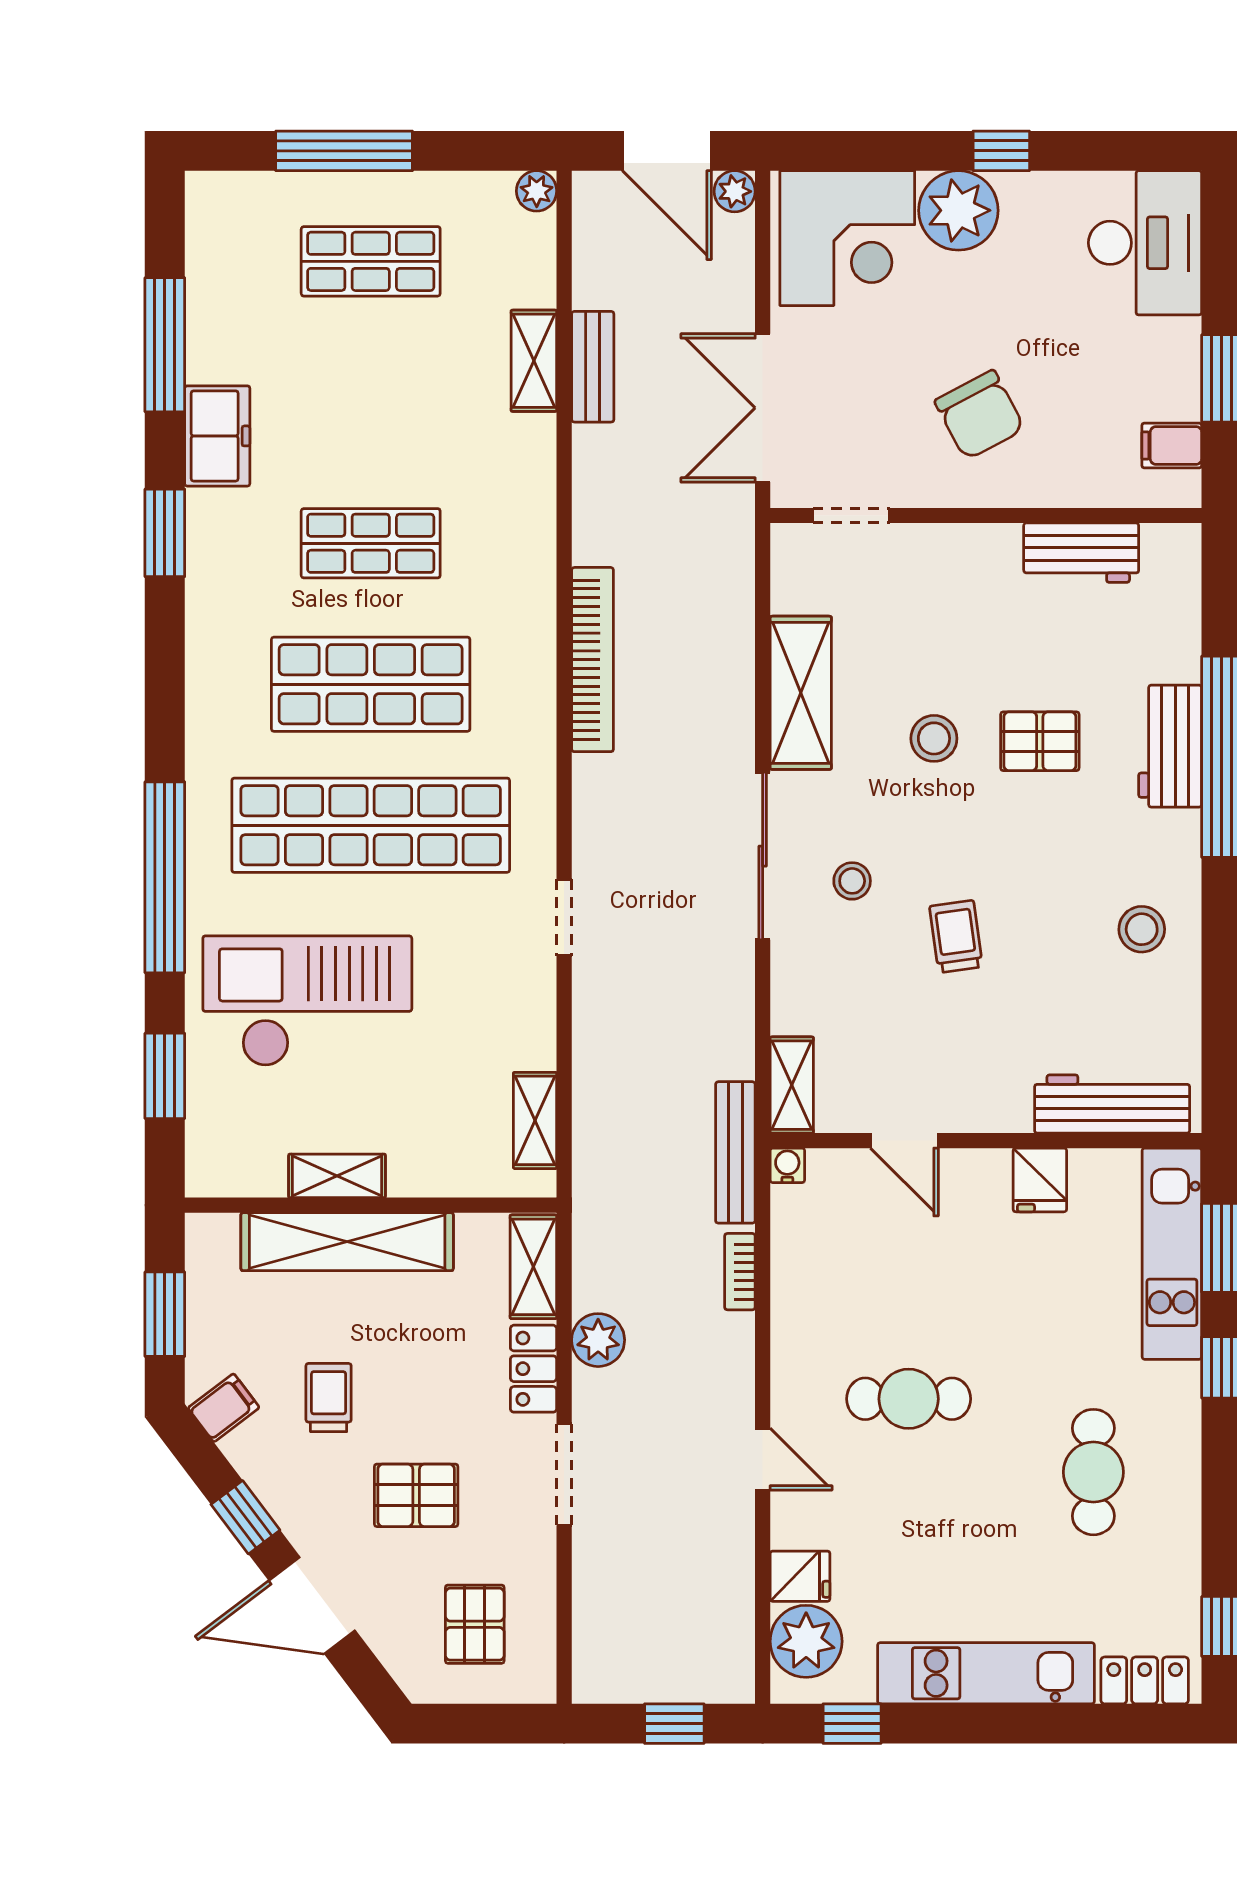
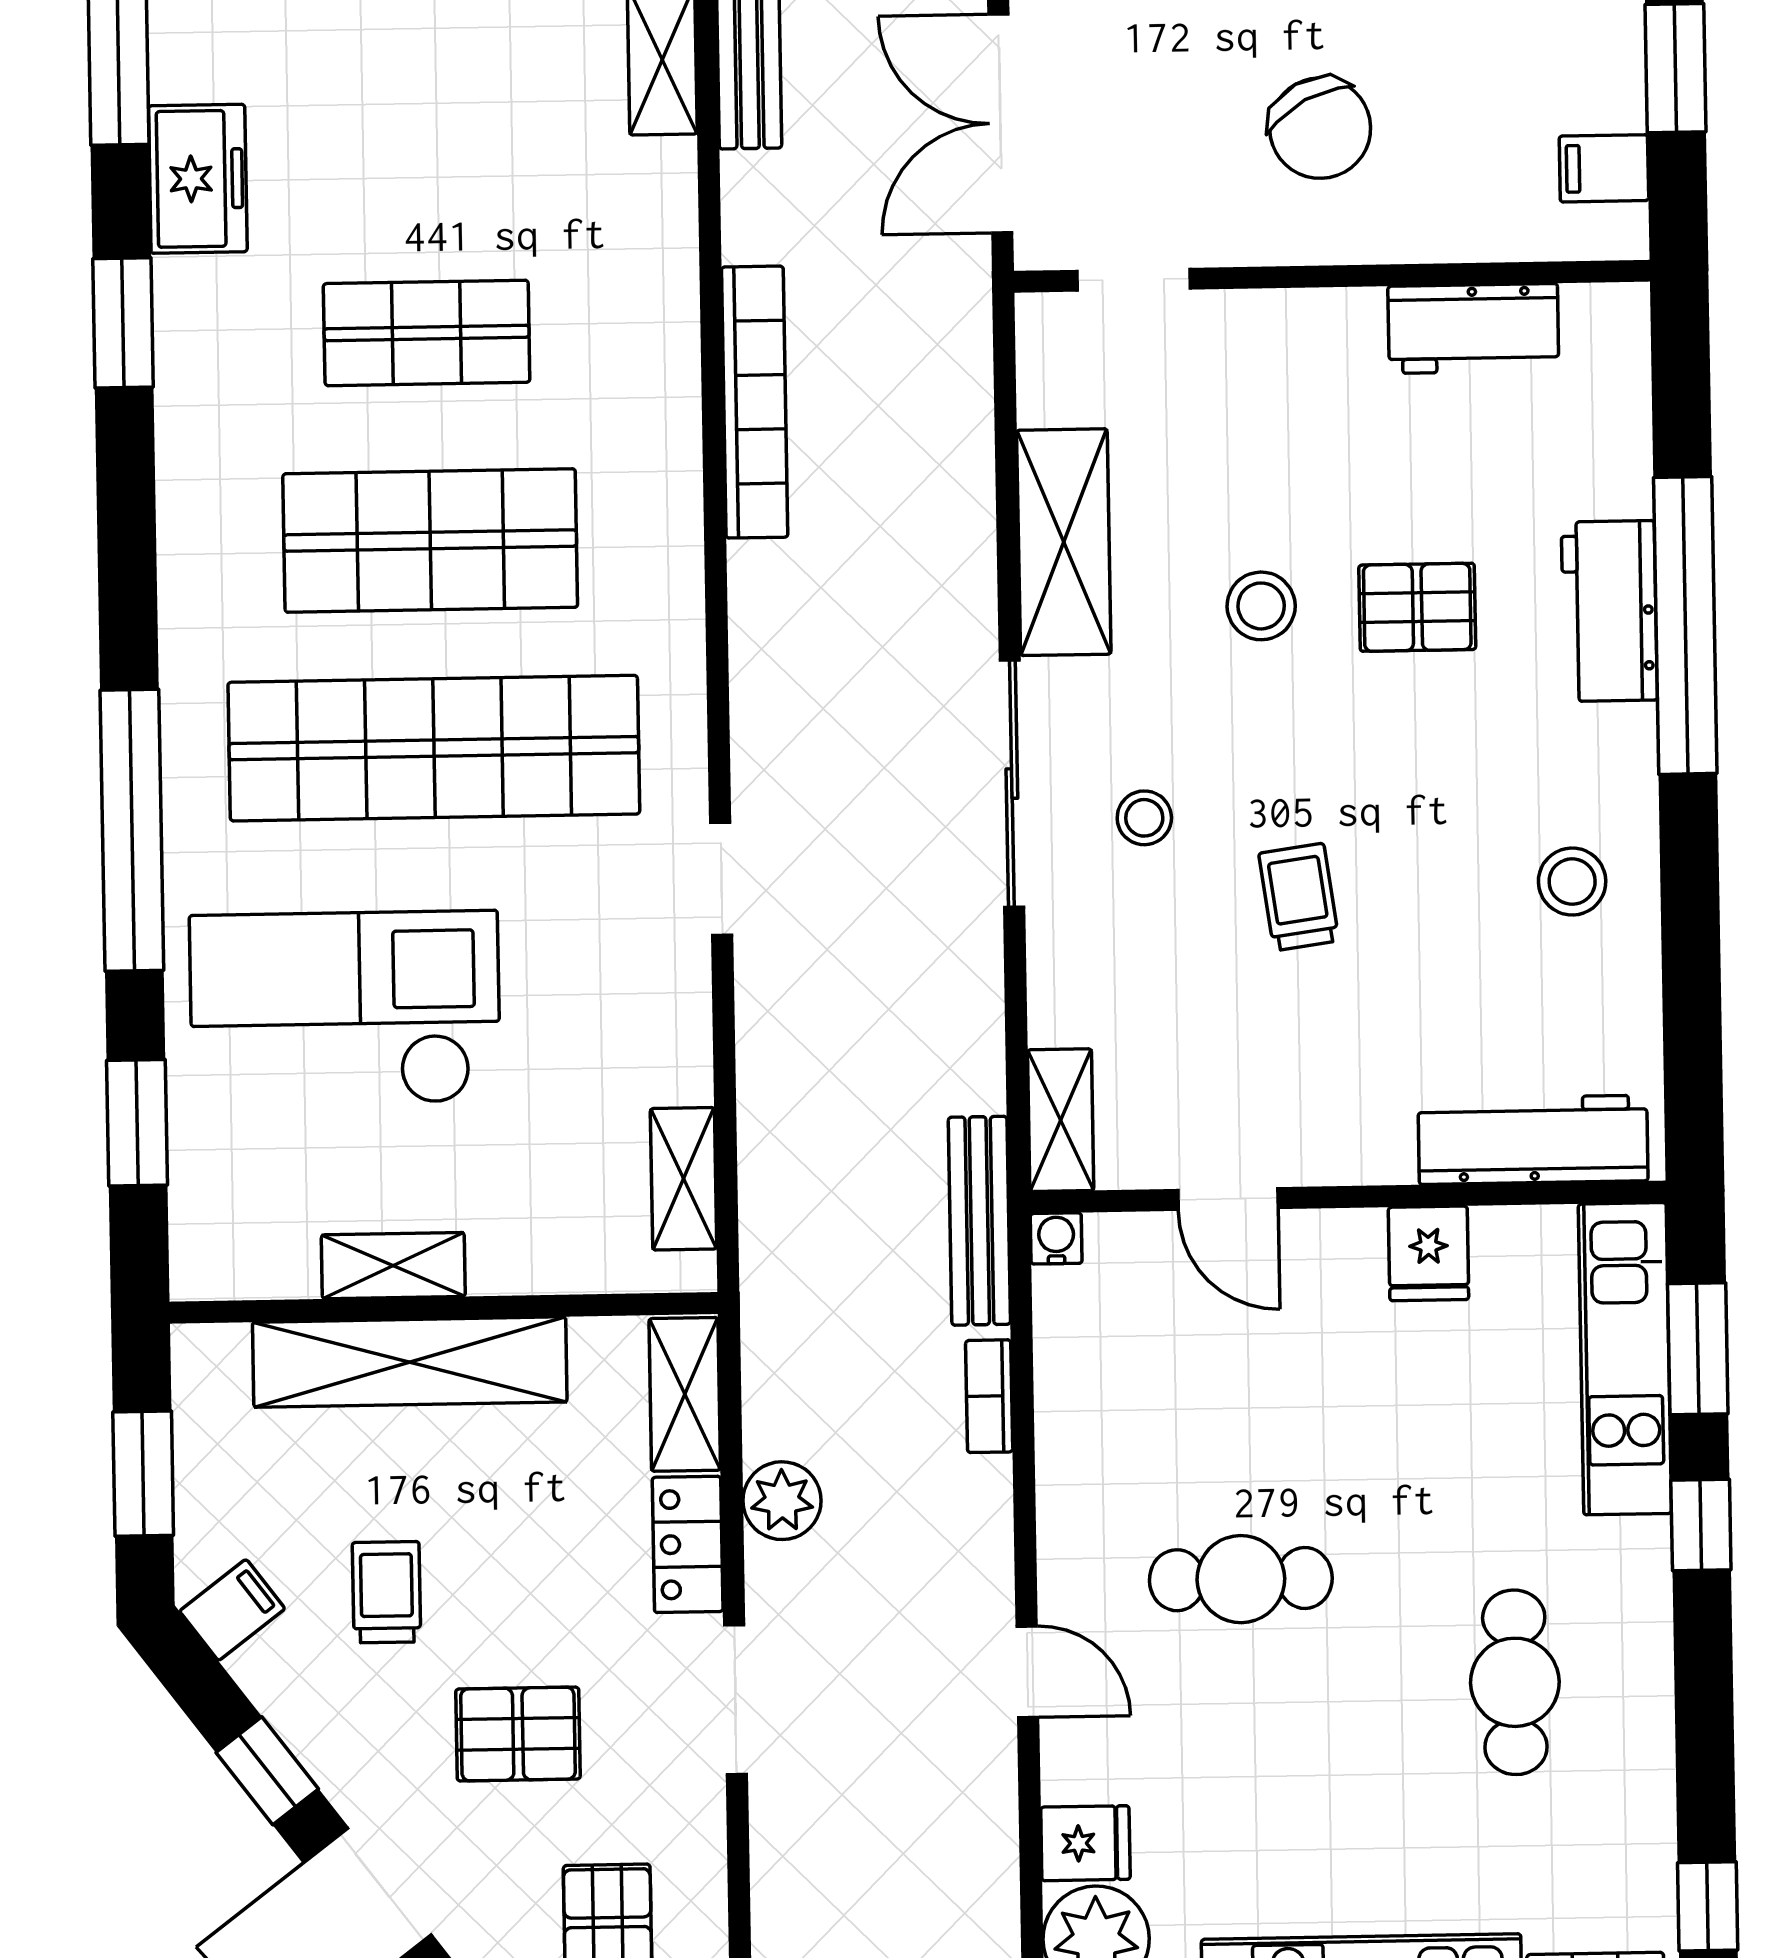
bookcase: (593, 660) -> (755, 402), moved

